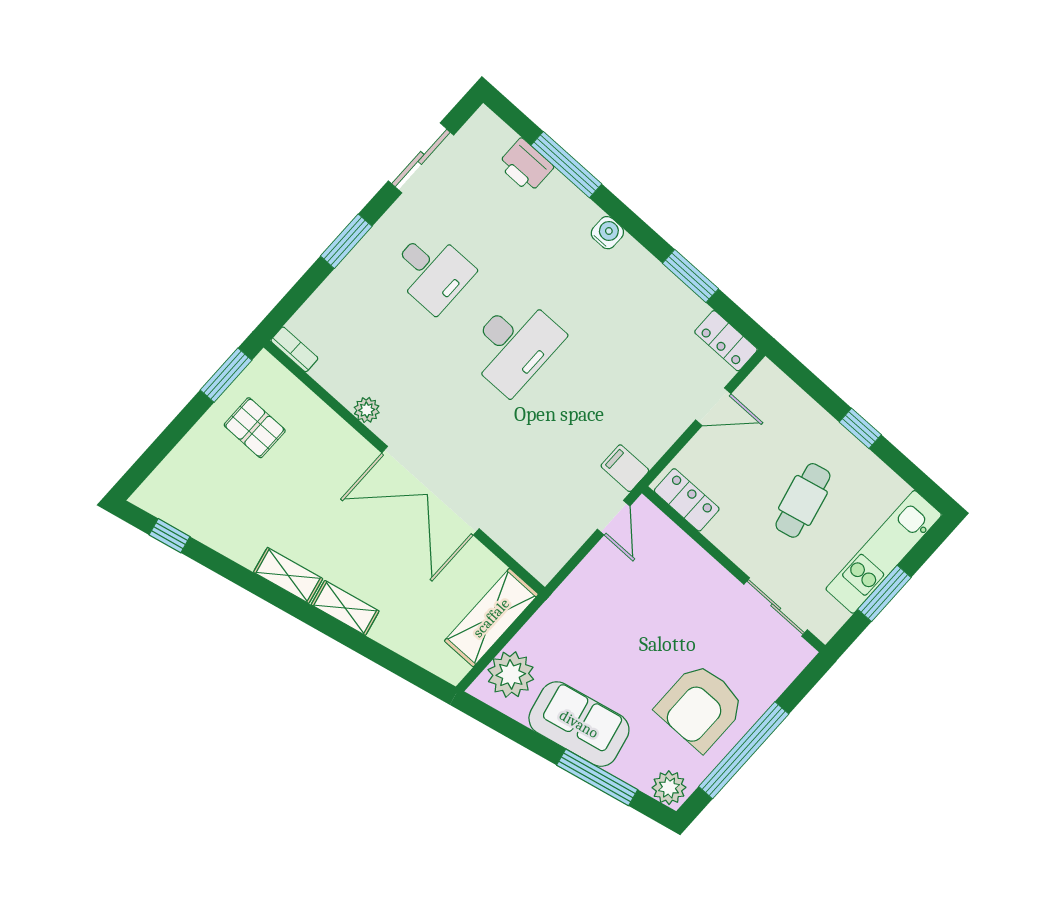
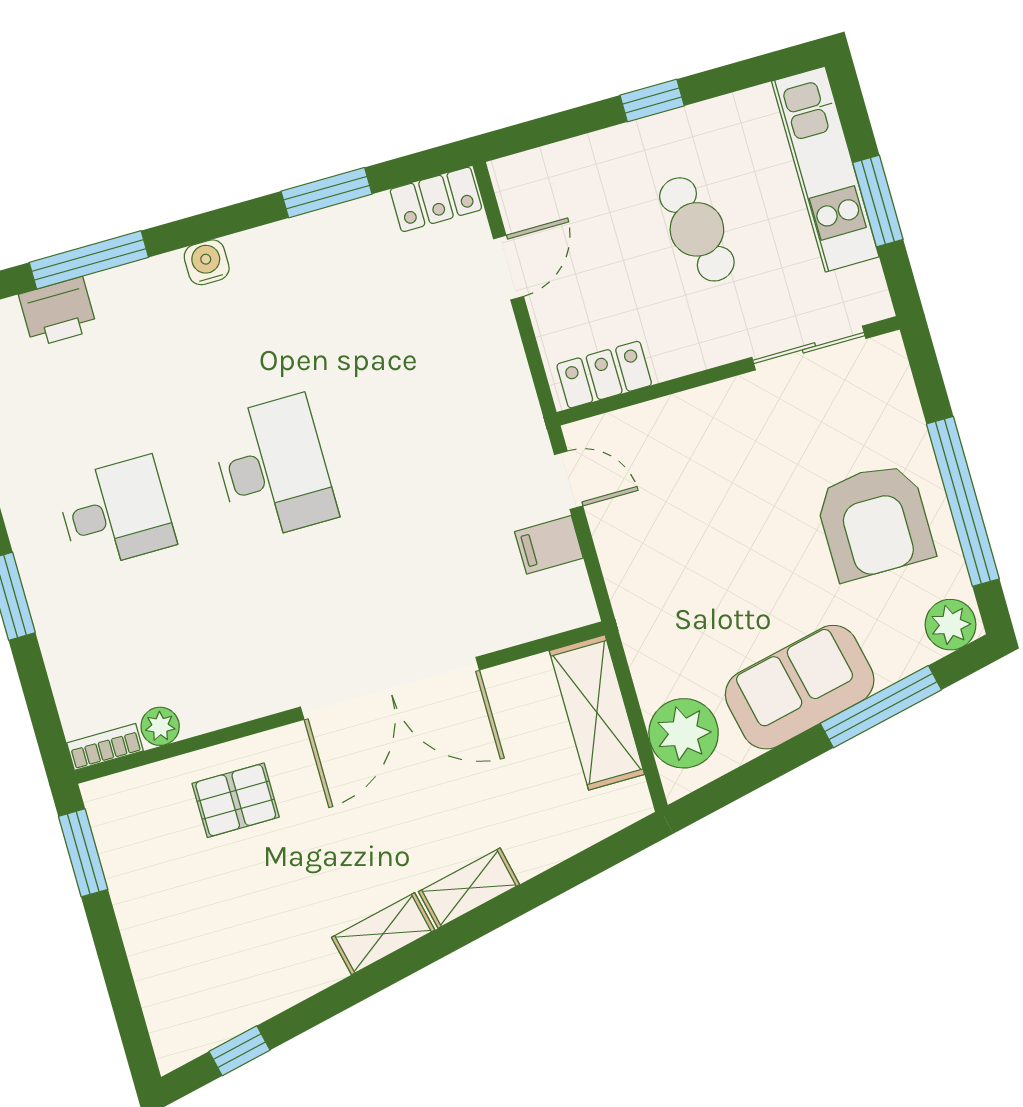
plant: (367, 410) -> (160, 726), moved
pallet: (255, 428) -> (236, 800), moved
filing cabinet: (625, 468) -> (549, 545), moved

